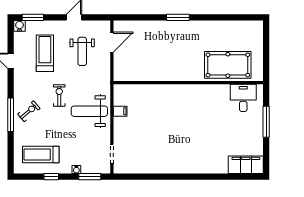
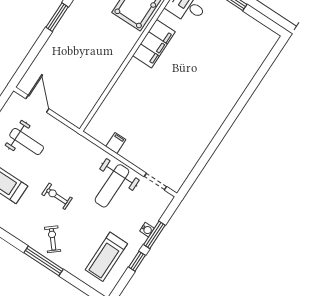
weight bench: (89, 111) -> (112, 186), moved
filing cabinet: (246, 165) -> (154, 44), moved, turned 180
window: (90, 177) -> (154, 235), moved

